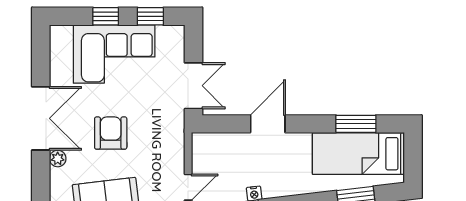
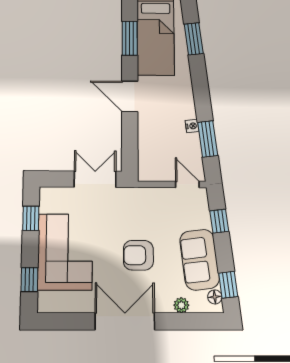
window: (106, 16) -> (29, 280), moved
door: (268, 124) -> (130, 96), moved
plant: (58, 159) -> (181, 305), moved

